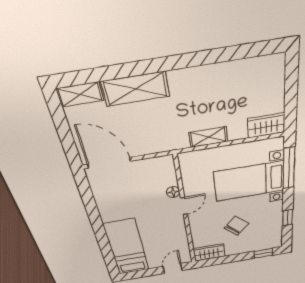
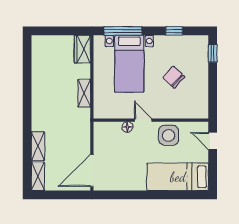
shelving: (136, 89) -> (38, 146), width x0.67, depth x0.75
side table: (171, 232) -> (169, 135), added
wardrobe: (209, 252) -> (200, 105), removed

